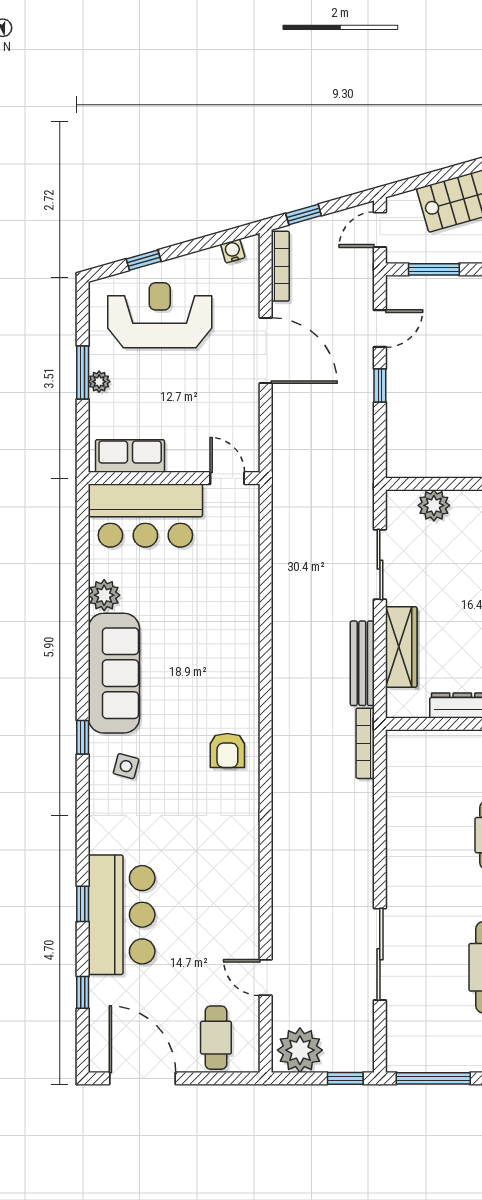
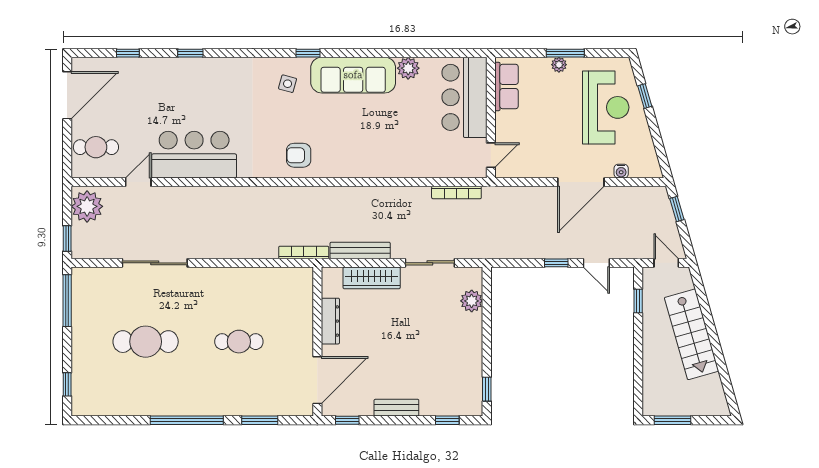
water cooler: (233, 251) -> (621, 171), moved, turned 106
bookcase: (280, 266) -> (456, 193), moved
window: (434, 269) -> (638, 301), width x0.67
bar counter: (122, 915) -> (194, 155), moved, turned 180

